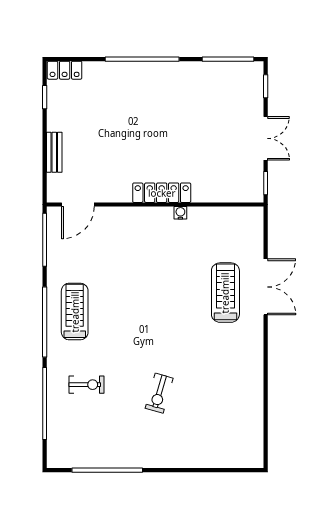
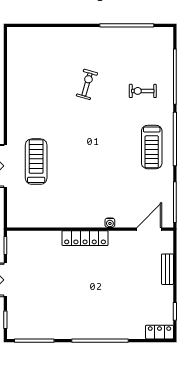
water cooler: (180, 213) -> (110, 223), moved
treadmill: (225, 293) -> (36, 162), turned 180

